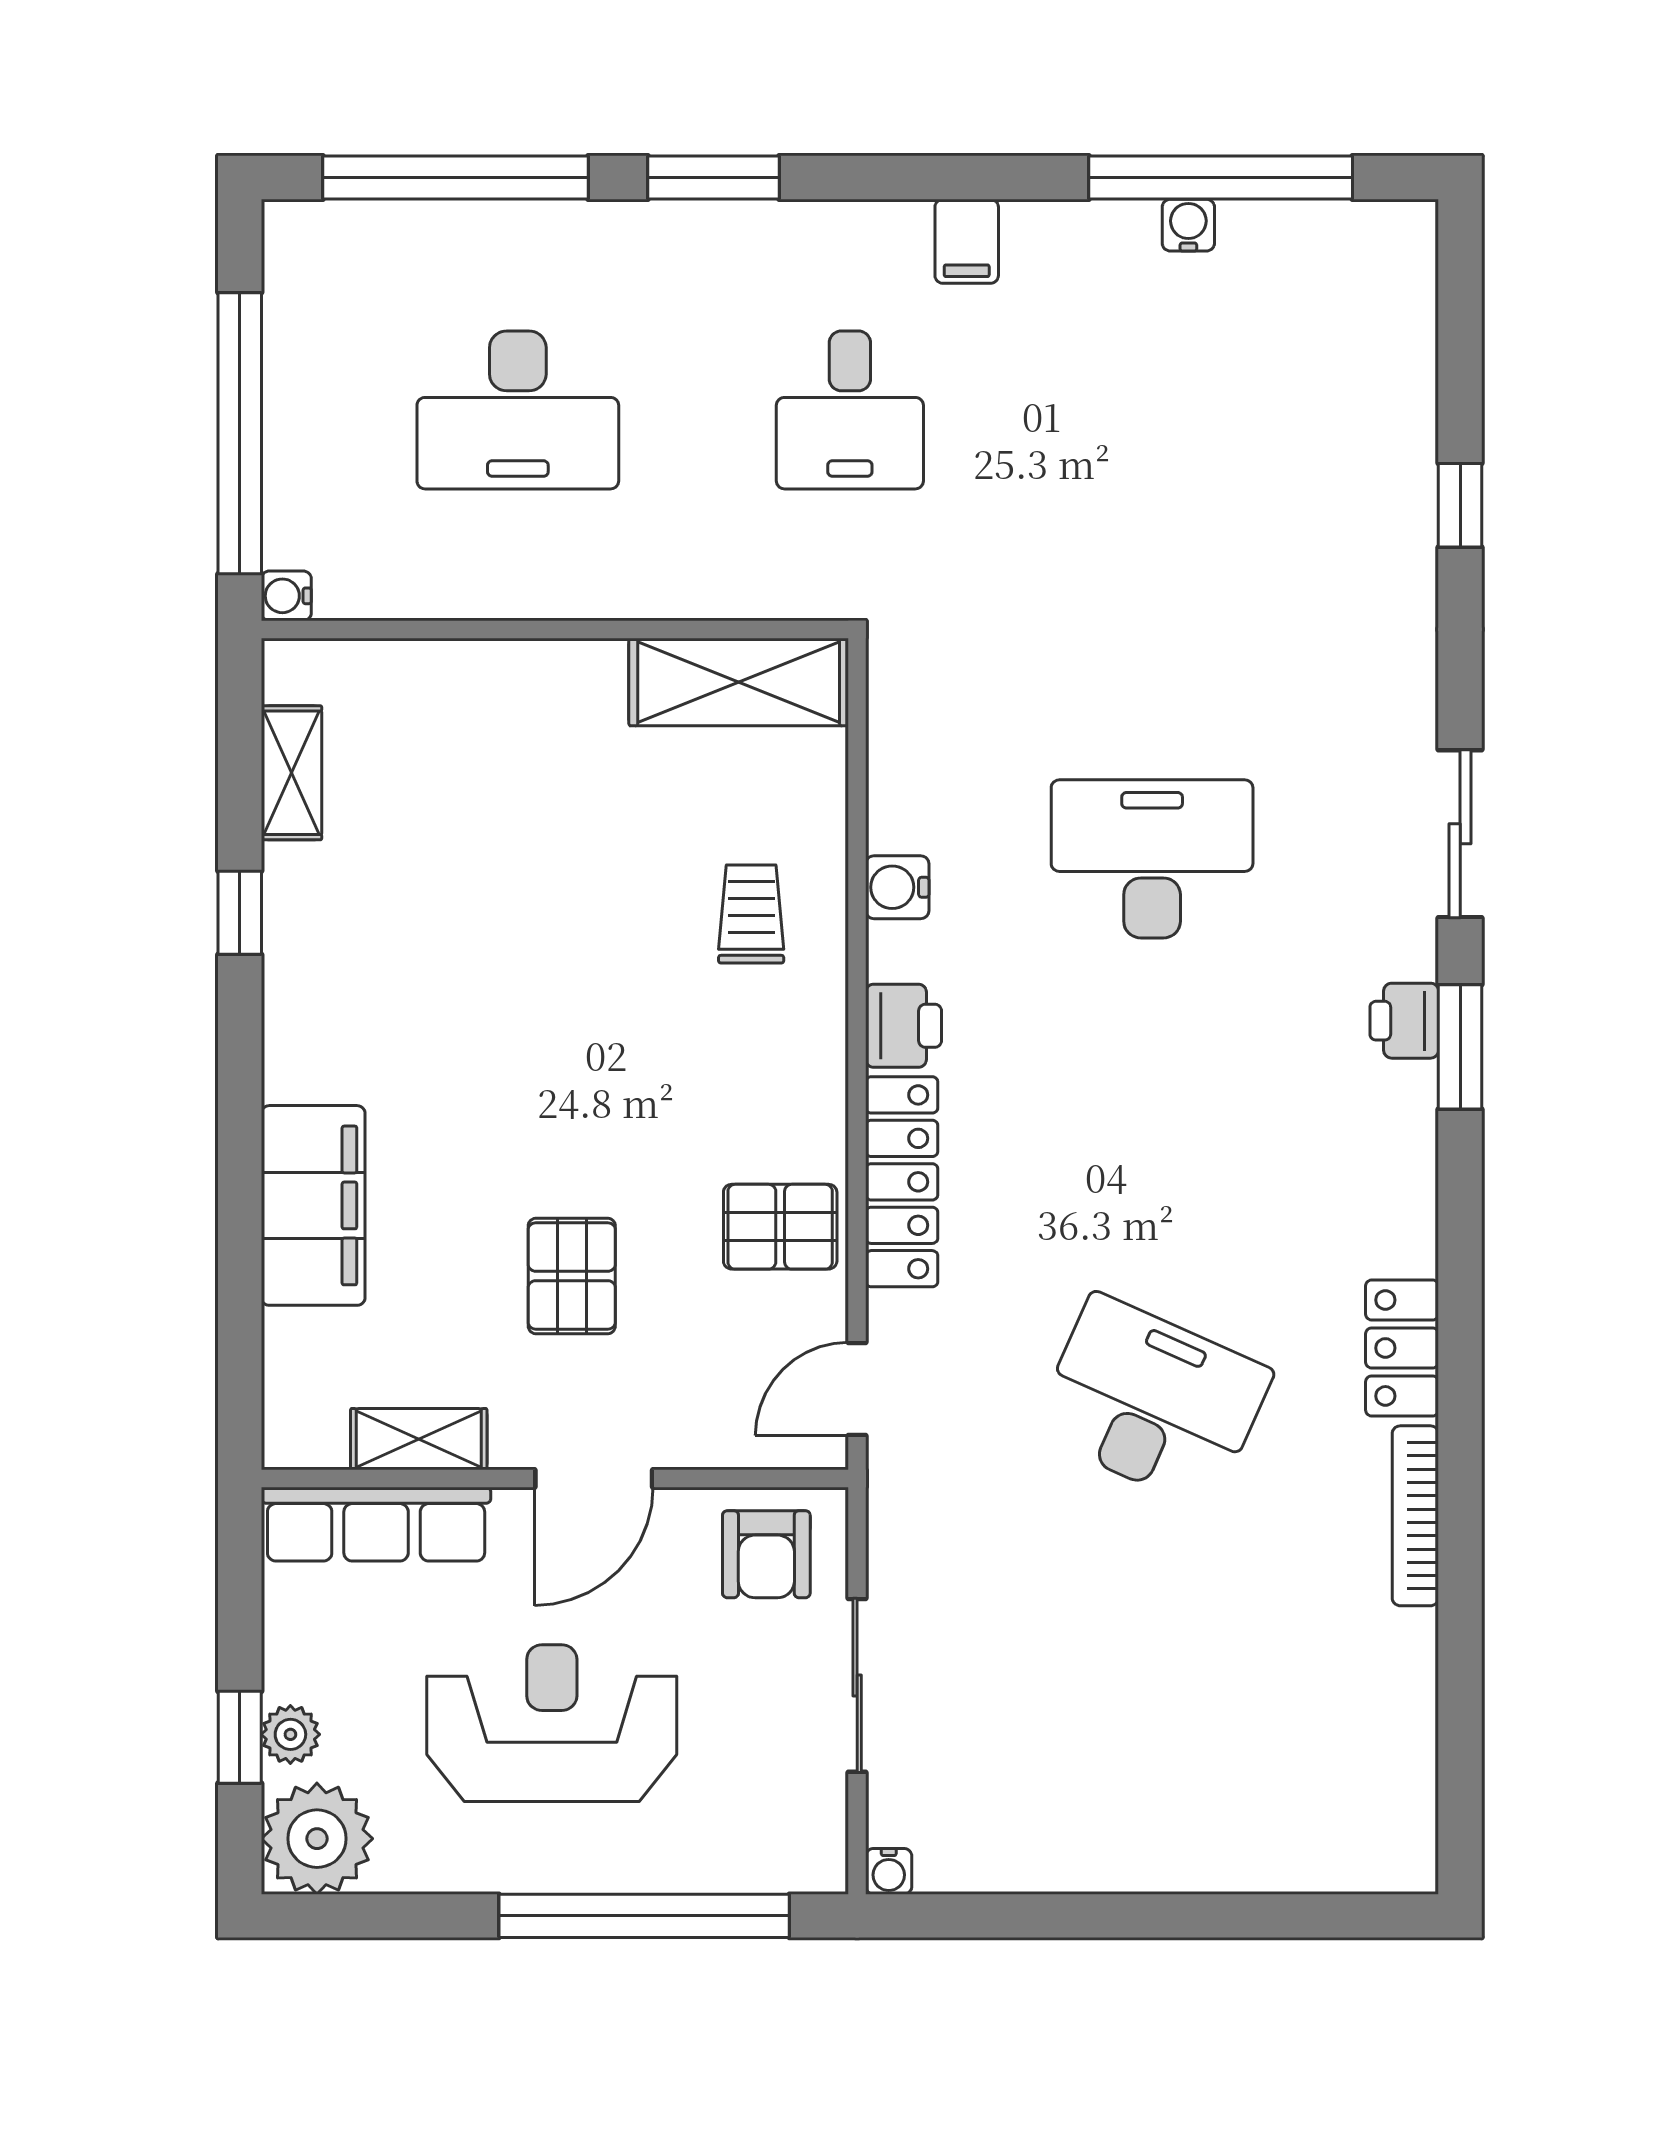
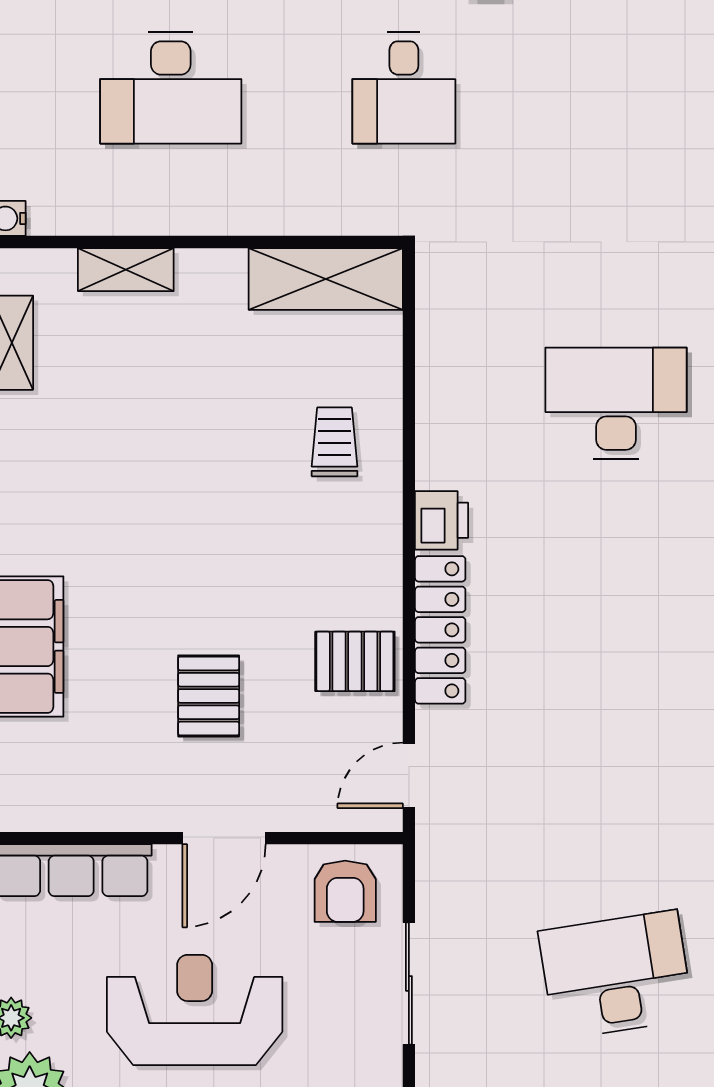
water cooler: (897, 887) -> (437, 423), removed
desk: (1152, 1402) -> (616, 975), moved, turned -33
shelving: (419, 1439) -> (126, 270), moved

